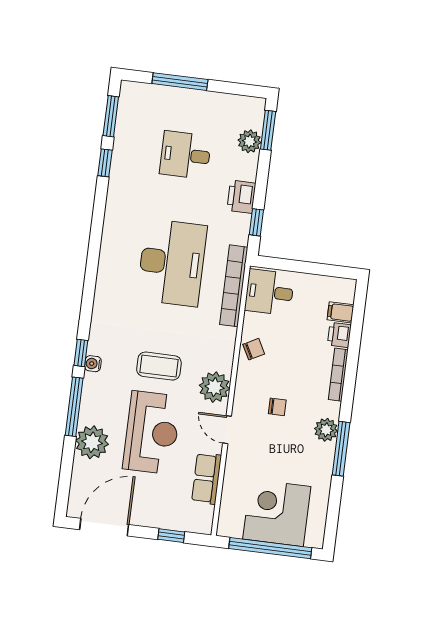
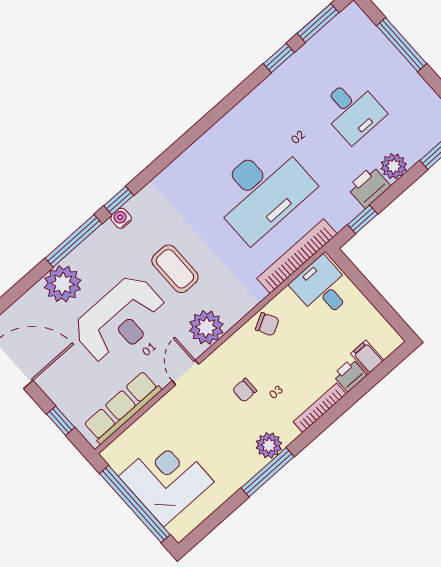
plant: (249, 141) -> (394, 166), moved
desk: (185, 155) -> (352, 111), turned 180
chair: (277, 407) -> (245, 390), turned 90
row of seats: (207, 478) -> (122, 407), width x1.48

